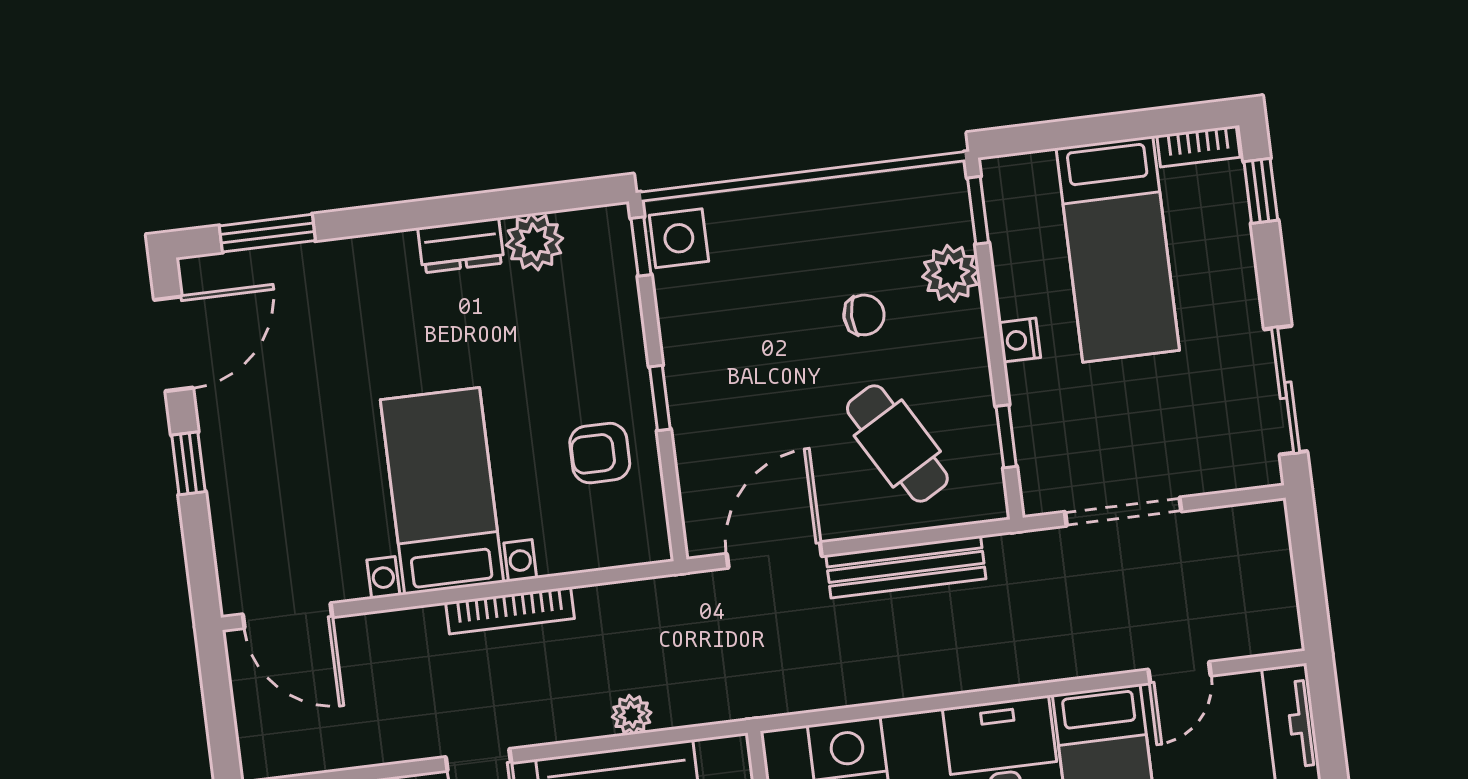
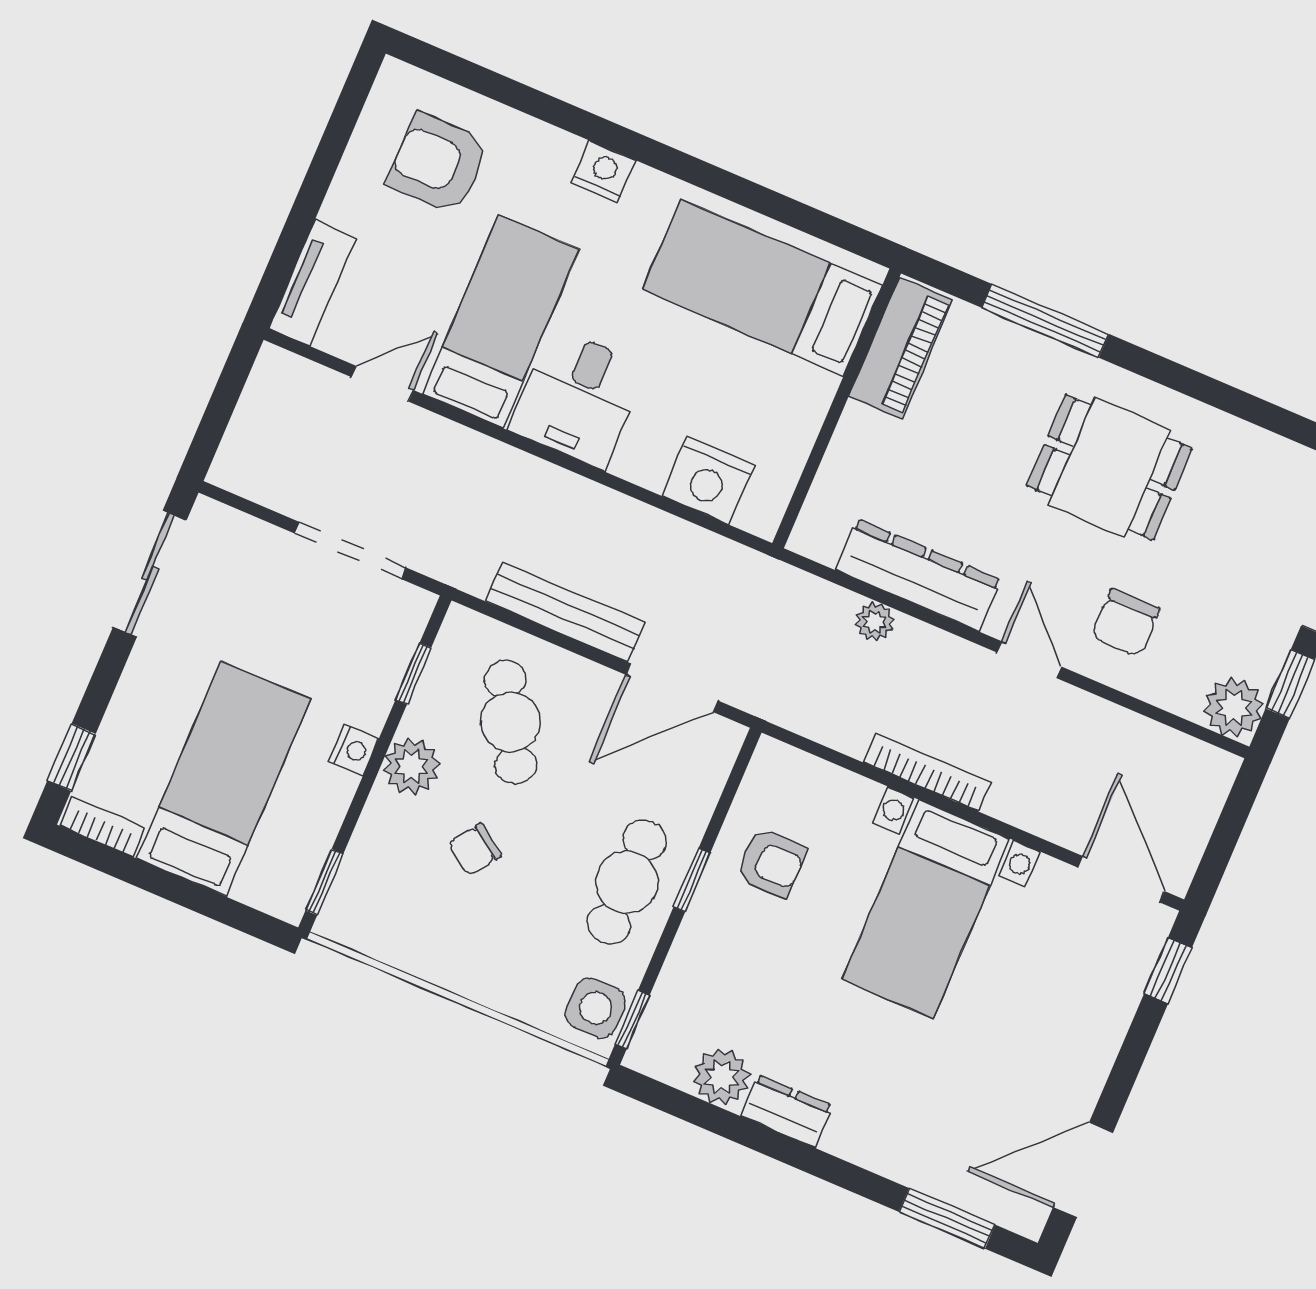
plant: (951, 273) -> (411, 766), moved
chair: (864, 315) -> (475, 849), turned -54
cafe table: (715, 363) -> (627, 882), added
window: (188, 463) -> (1168, 971), moved

